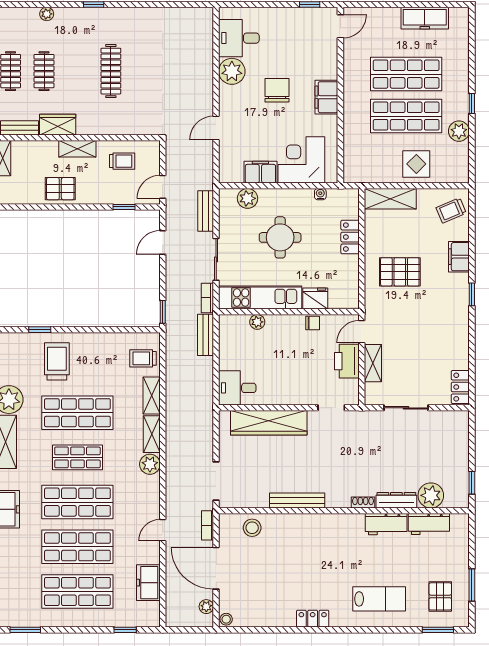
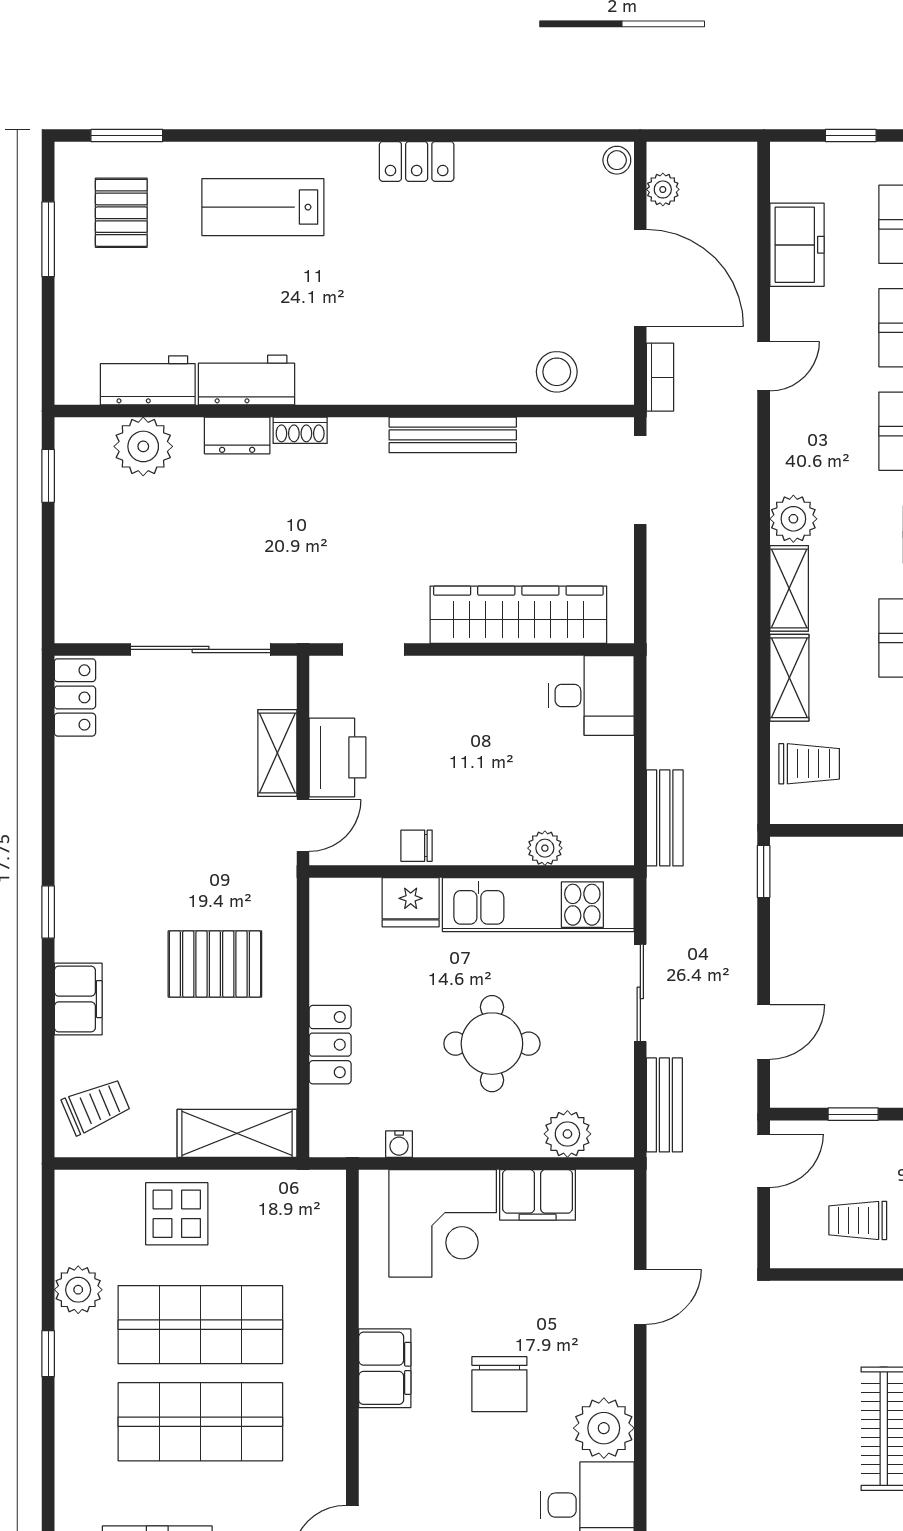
bookcase: (207, 298) -> (660, 904), removed
sliding door: (406, 408) -> (201, 649), width x1.37
dresser: (396, 500) -> (237, 435), width x0.70

